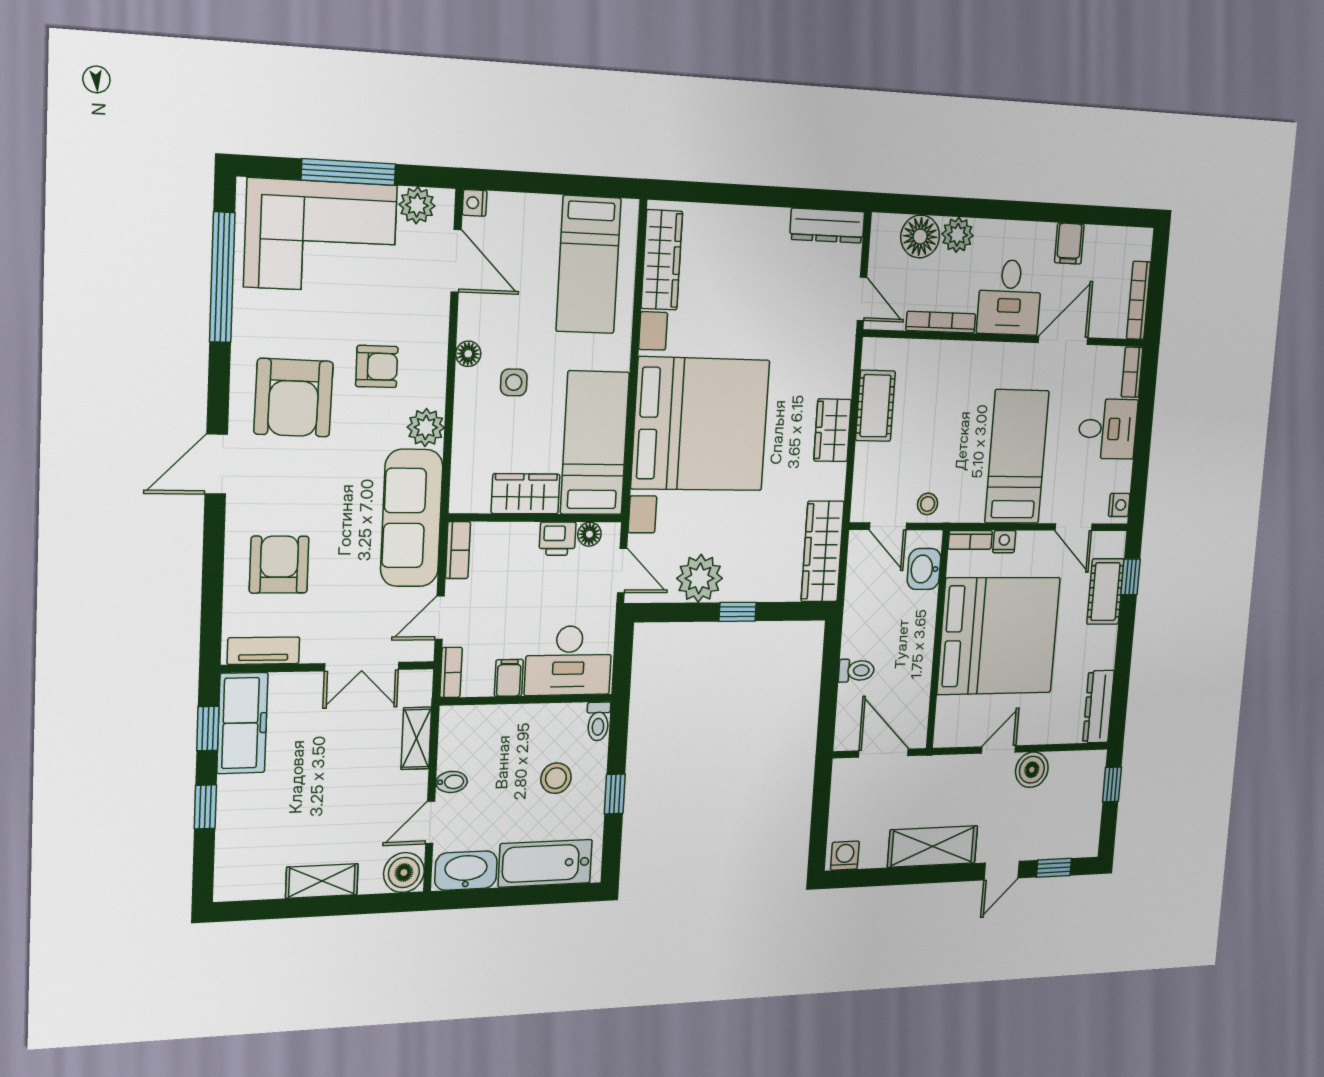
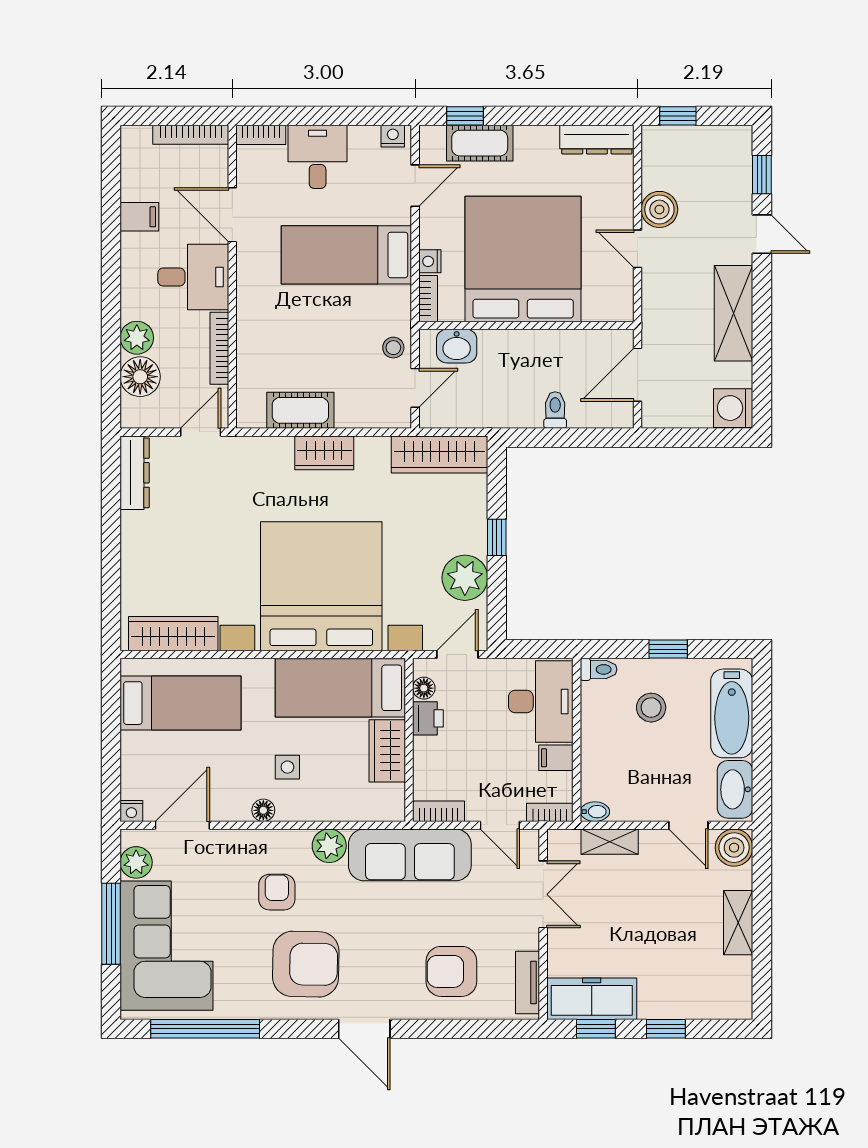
bidet: (452, 782) -> (595, 812), moved, turned 90
washing machine: (845, 856) -> (733, 408), width x1.38, depth x1.38

